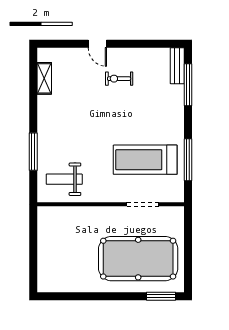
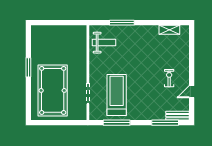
door: (97, 44) -> (192, 92), moved
weight bench: (64, 179) -> (104, 43), turned 90
window: (161, 296) -> (28, 67), moved

